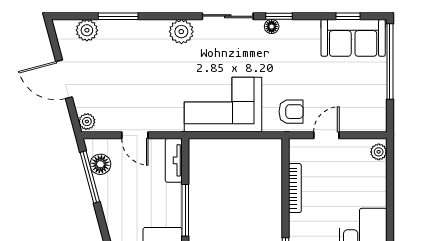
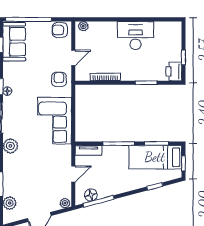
armchair: (372, 113) -> (60, 30), added
door: (326, 135) -> (73, 58), swing flipped

